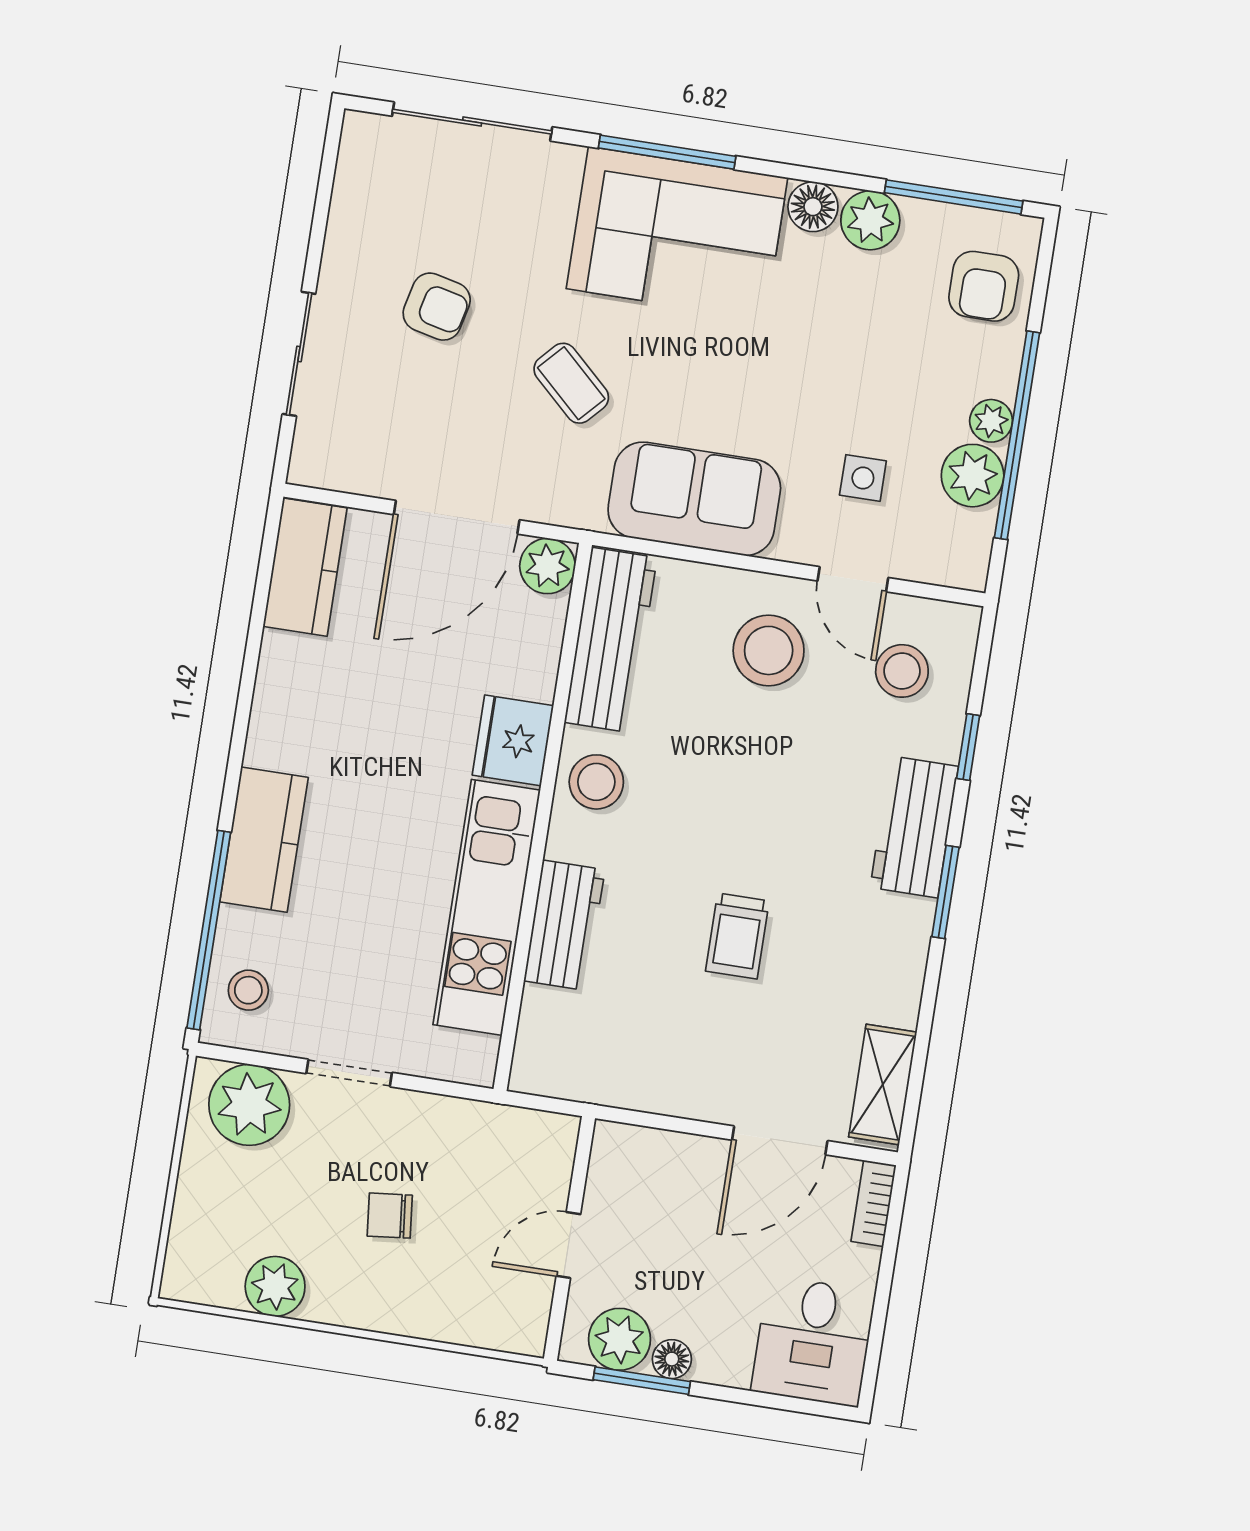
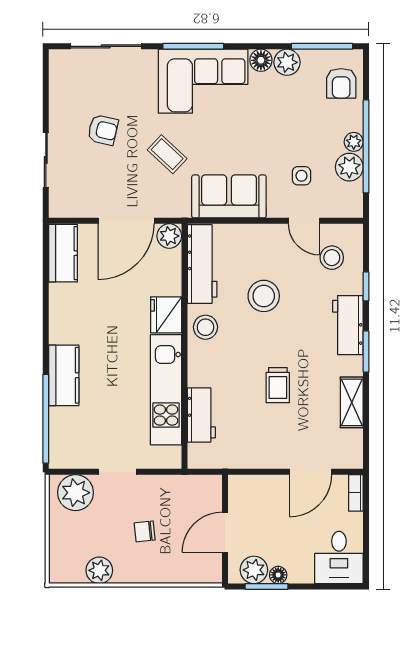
stool: (769, 650) -> (264, 296), moved
workbench: (564, 925) -> (201, 415), moved
stool: (248, 990) -> (67, 442), removed
shelving: (883, 1084) -> (352, 402), moved
door: (568, 1245) -> (225, 532), width x1.37

